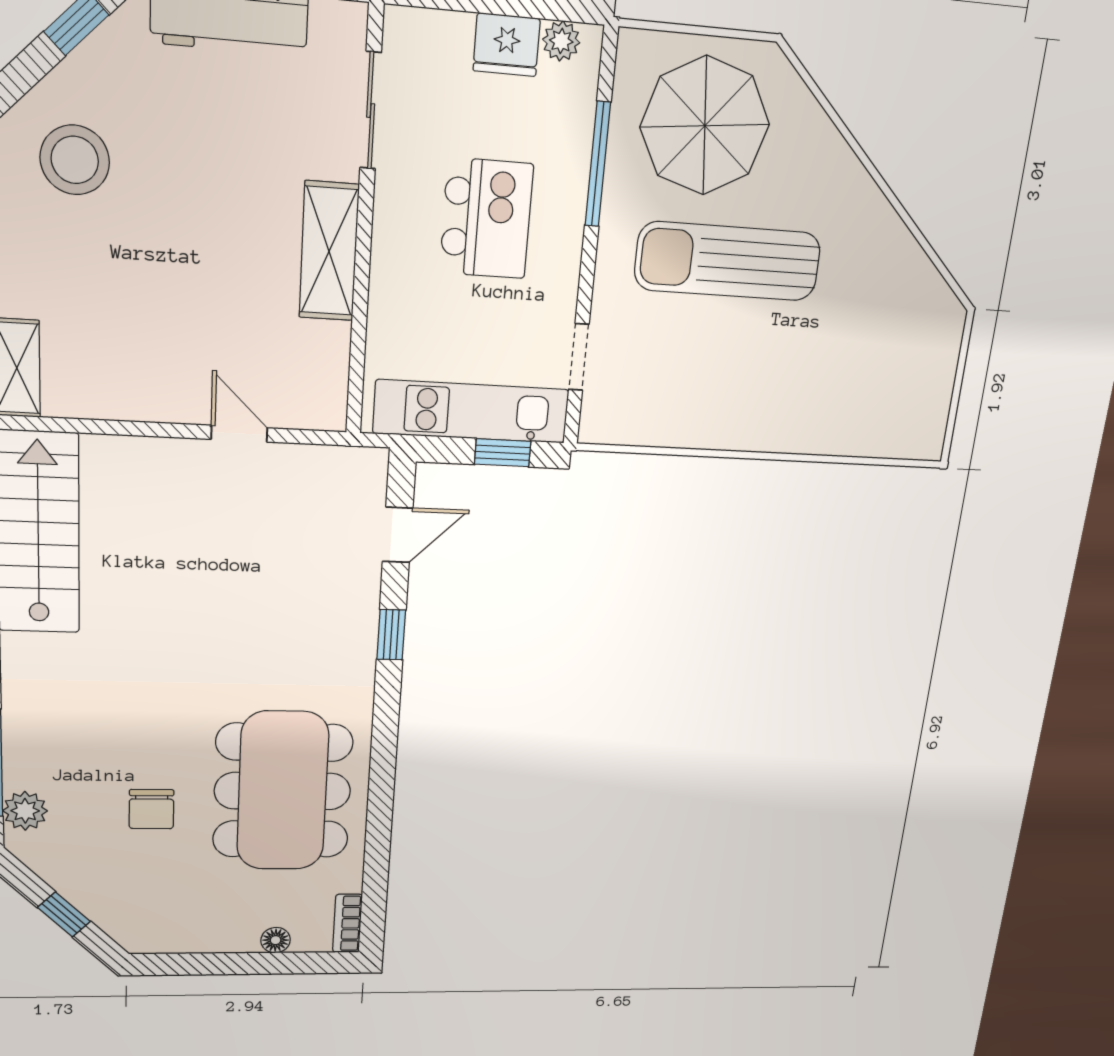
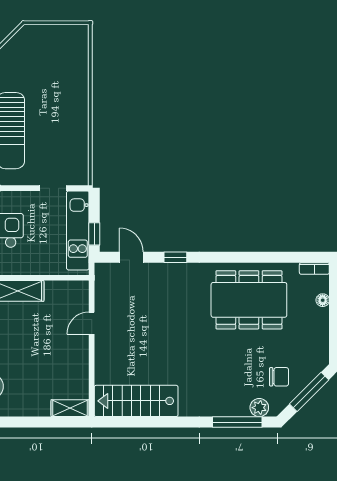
window: (503, 453) -> (94, 234), moved
chair: (151, 809) -> (279, 377), moved
window: (64, 914) -> (309, 392), width x2.17

